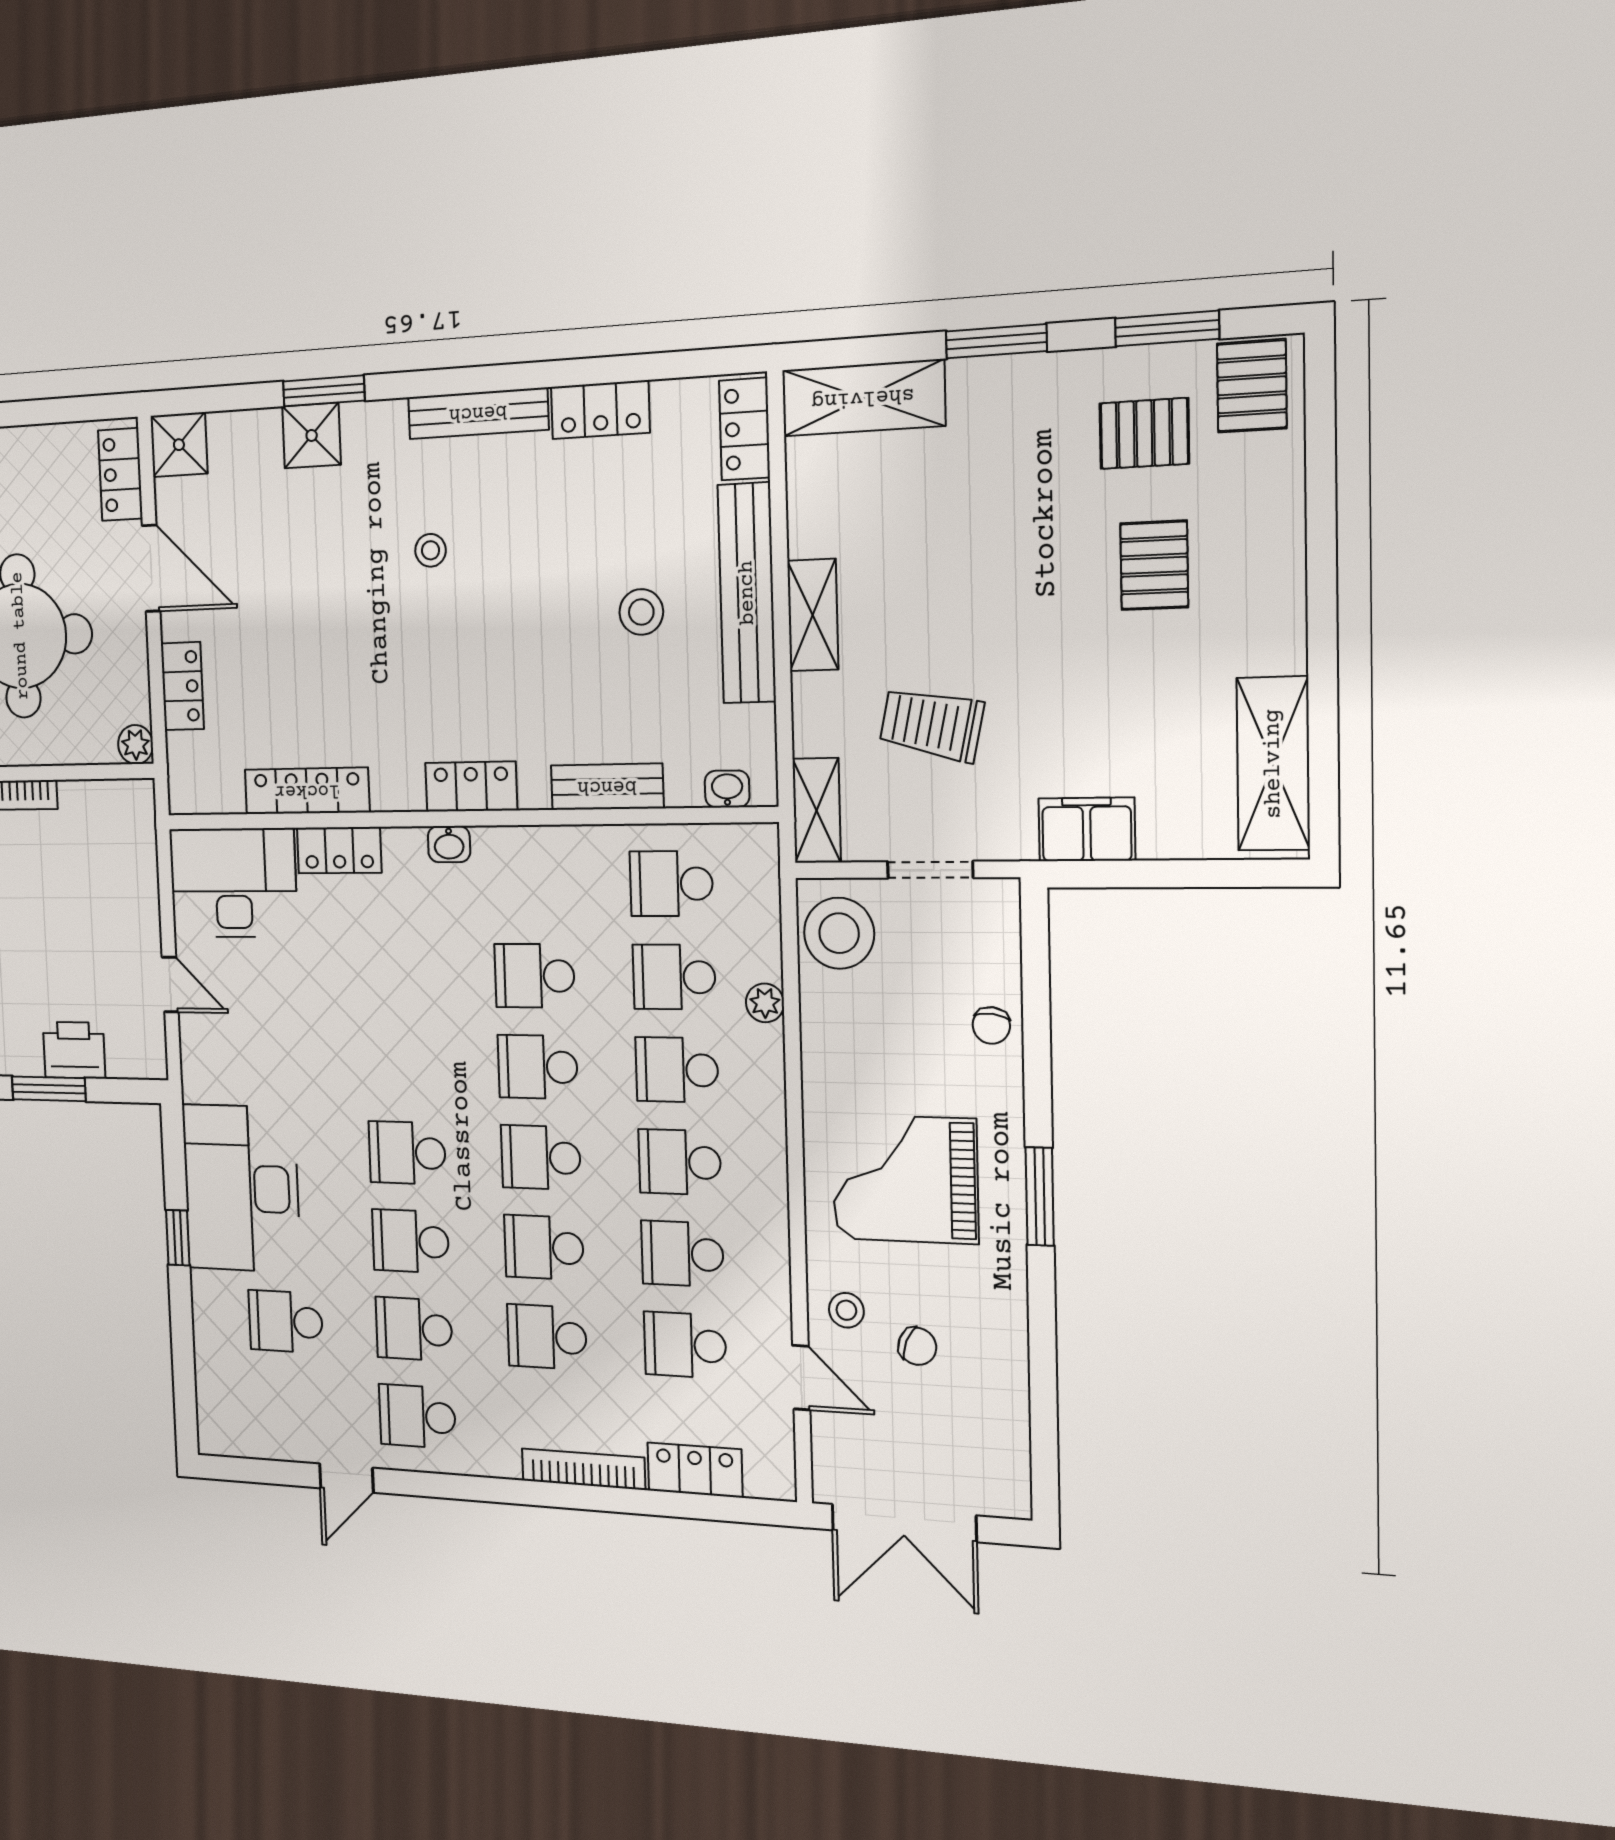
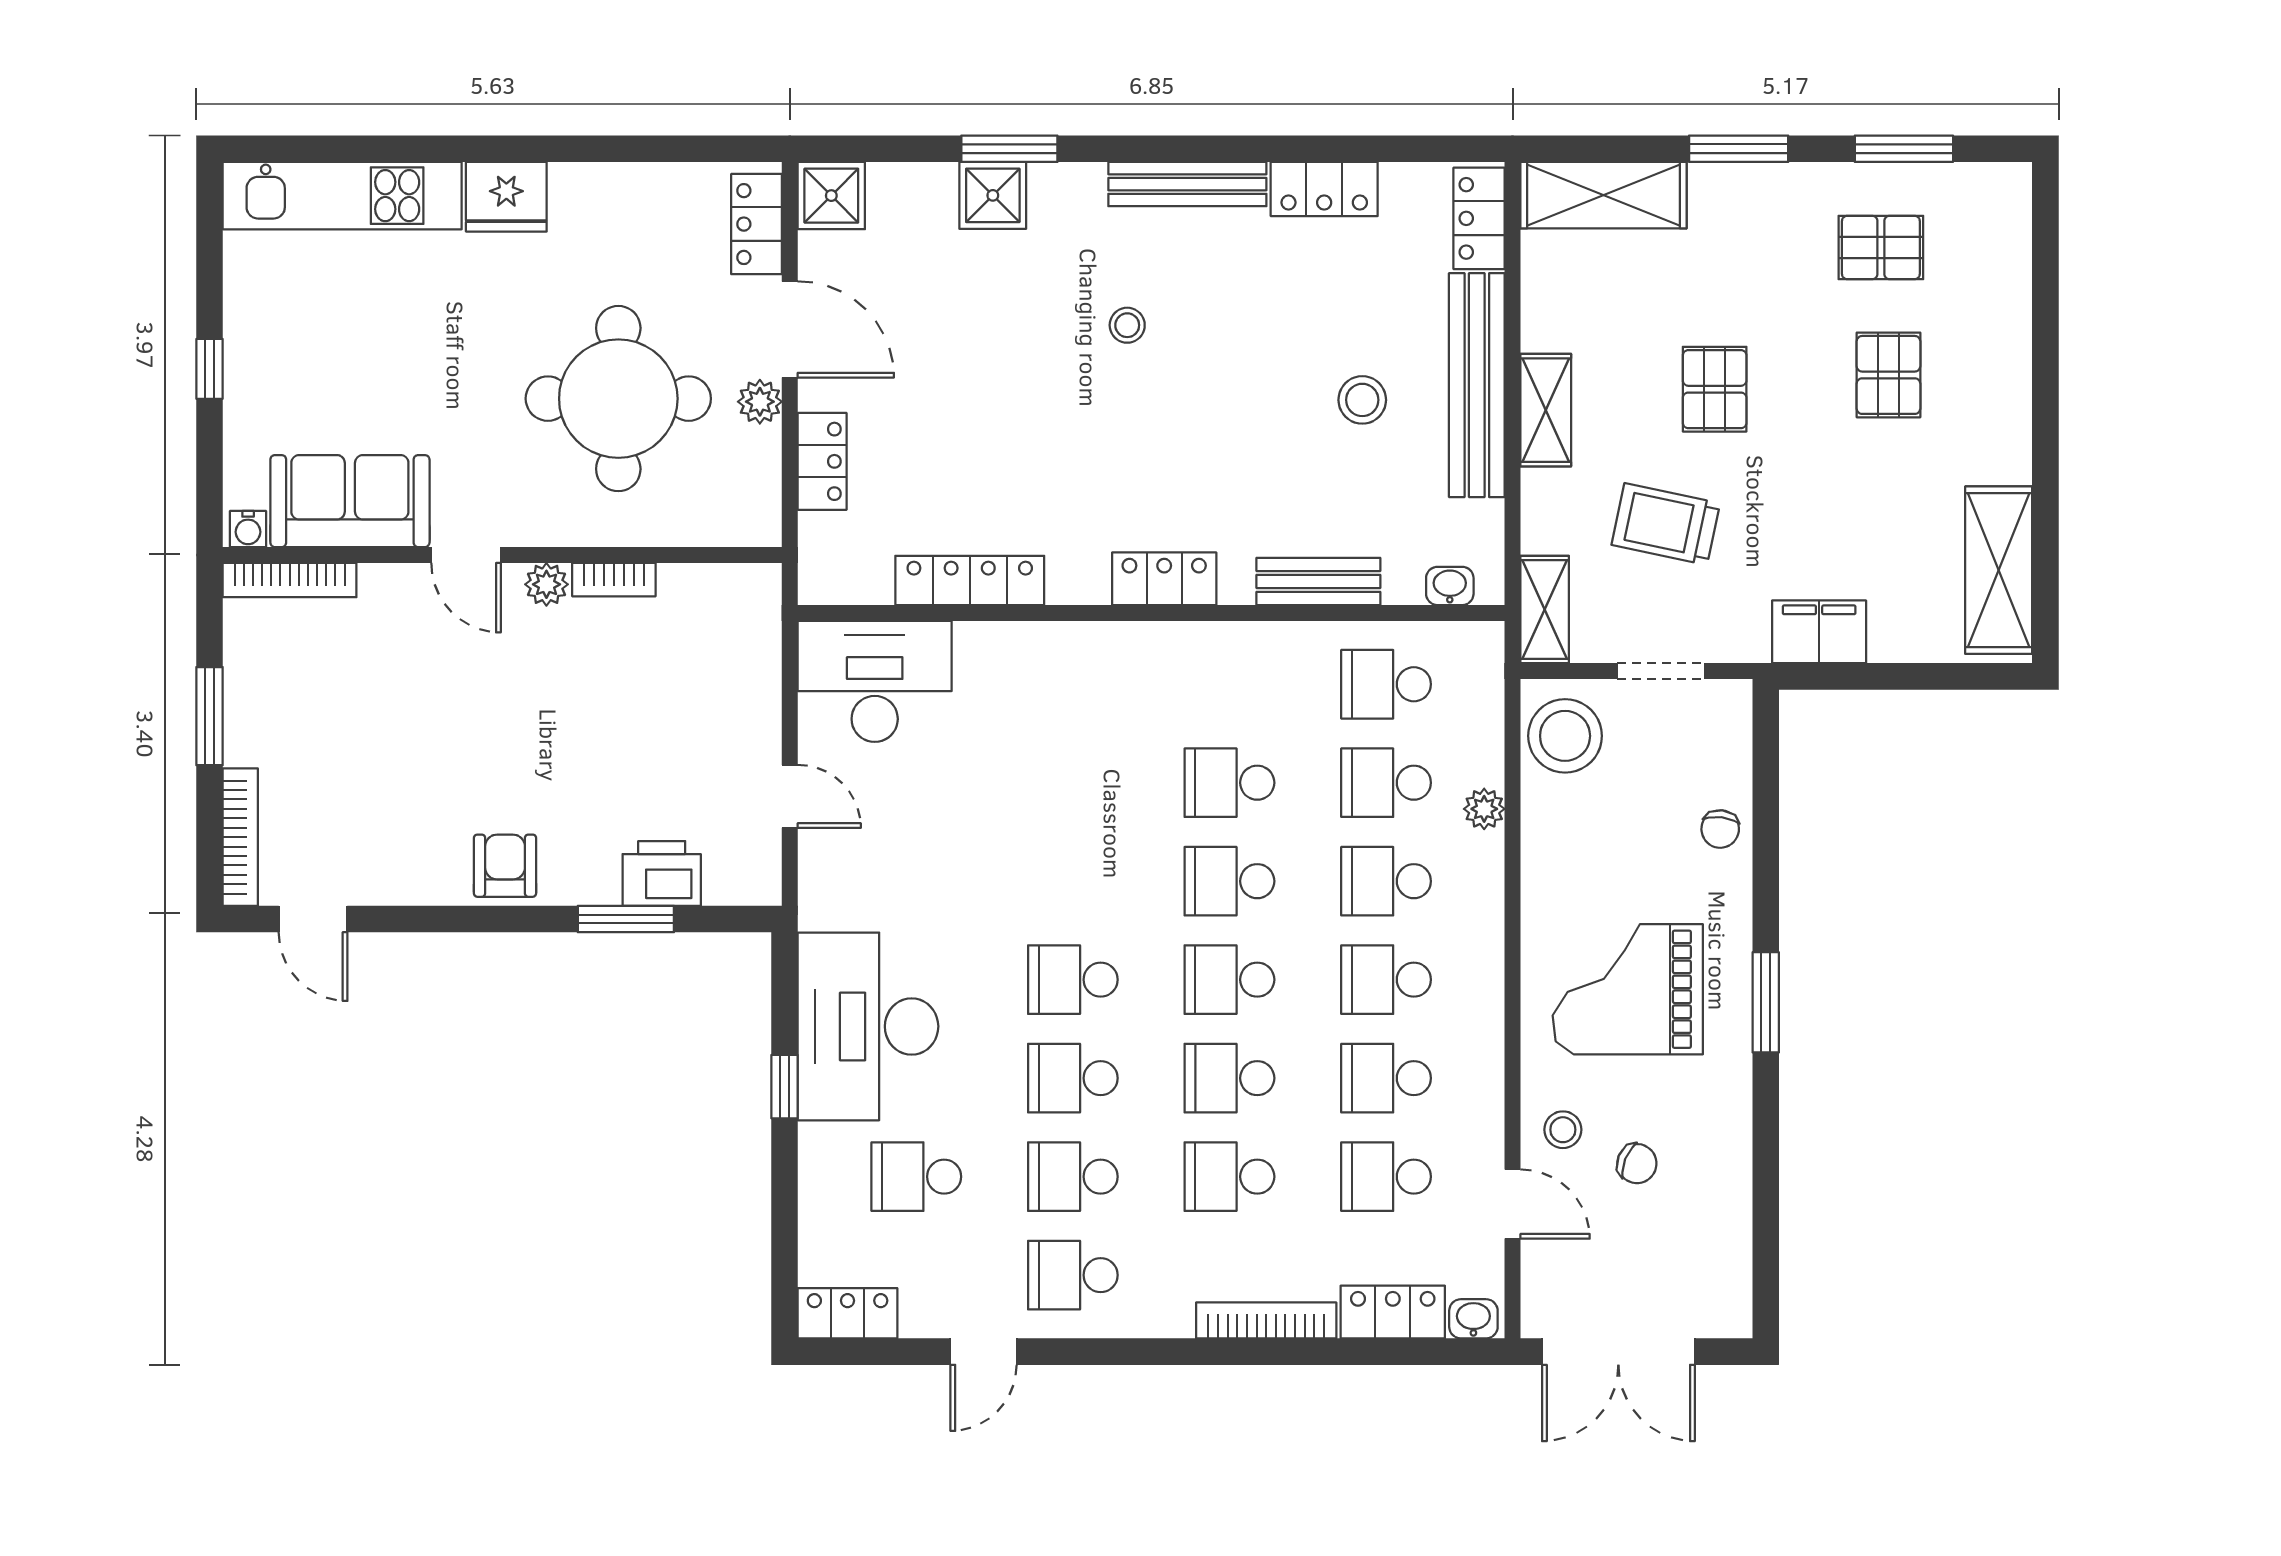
pallet: (1252, 386) -> (1715, 389), moved
plant: (136, 745) -> (760, 402), moved
washbasin: (449, 844) -> (1473, 1319), moved, turned 180
locker: (339, 850) -> (848, 1313), moved, turned 180

